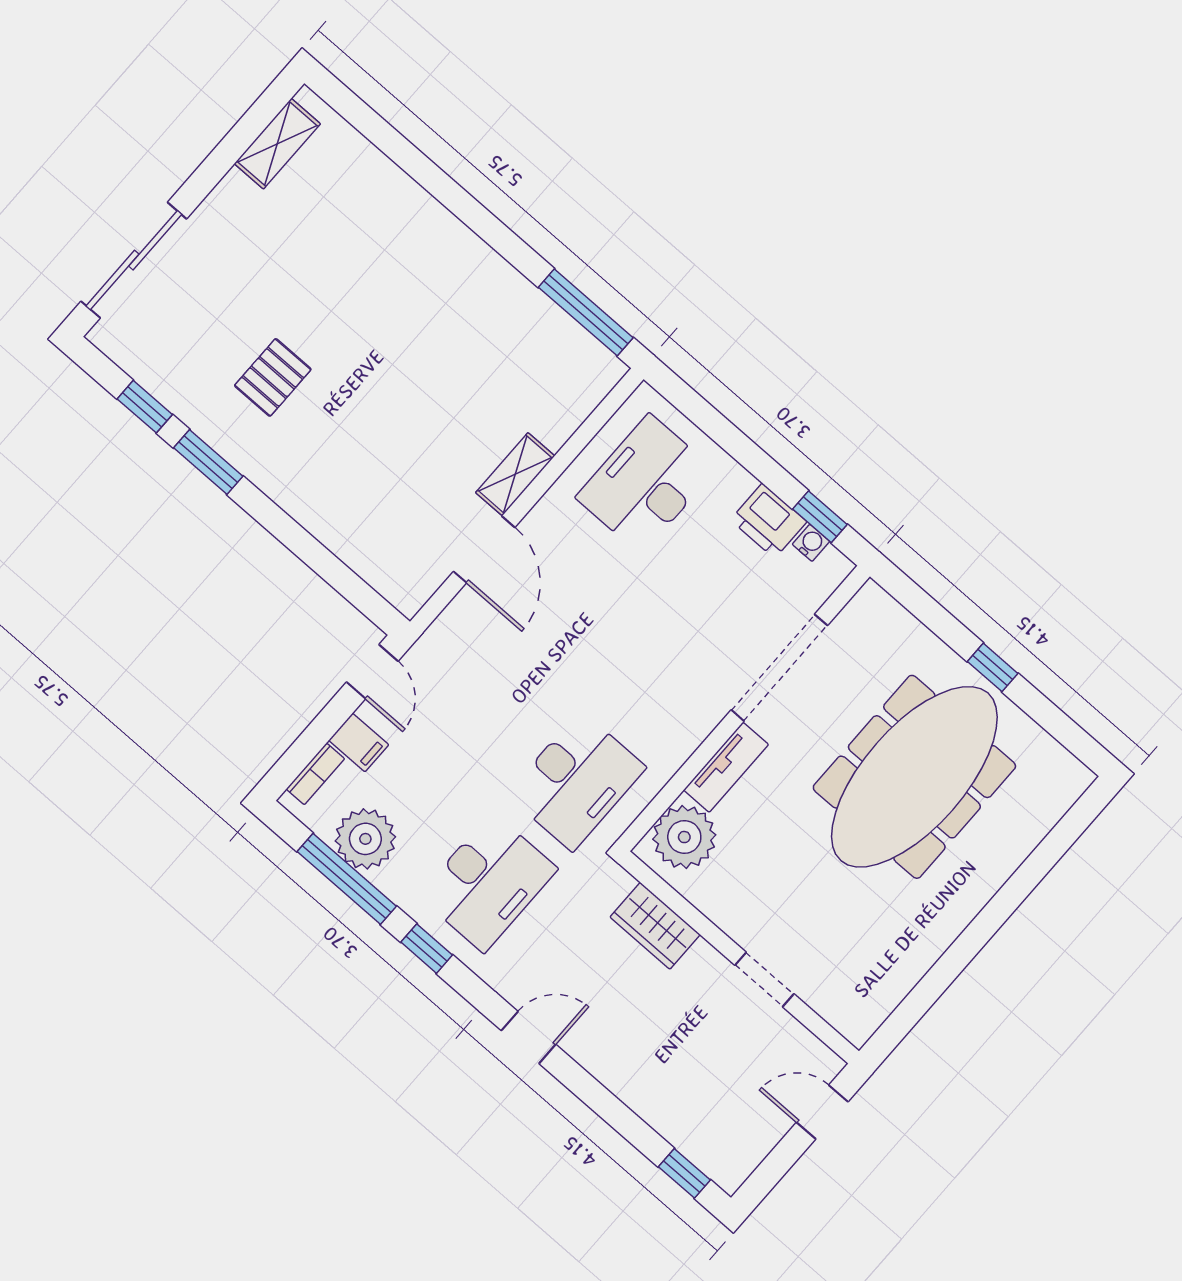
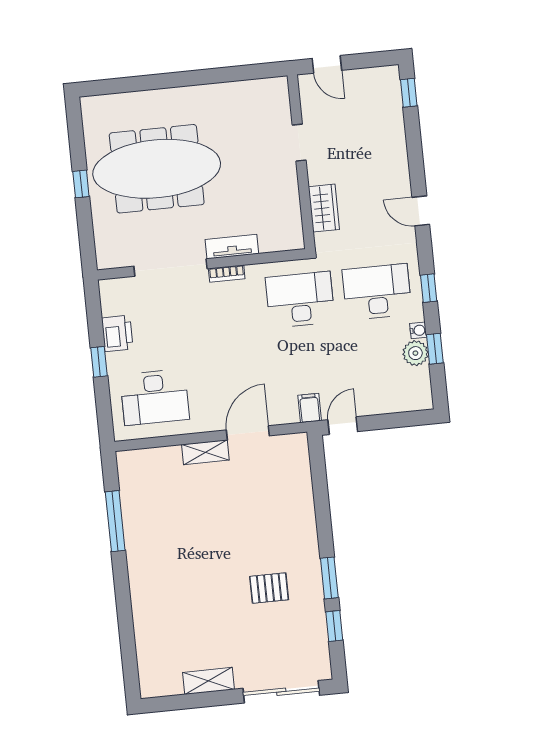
shelving: (277, 144) -> (209, 681), moved
window: (586, 312) -> (115, 521), moved
window: (820, 517) -> (99, 362), moved
water cooler: (811, 543) -> (418, 330), moved, turned 180
filing cabinet: (359, 743) -> (310, 408), moved
bookcase: (315, 774) -> (227, 274), moved, turned 180
plant: (684, 837) -> (277, 234), removed
plant: (365, 839) -> (415, 353), width x0.73, depth x0.73
window: (347, 879) -> (435, 349), width x0.46

